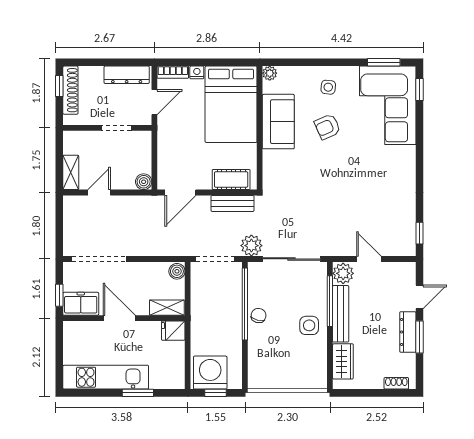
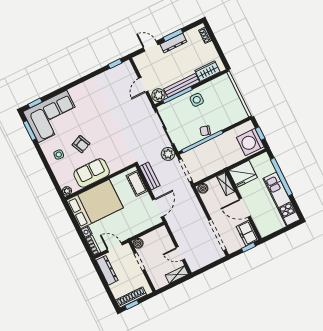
boiler: (144, 182) -> (138, 243), moved
door: (180, 192) -> (158, 208), hinge flipped
door: (119, 318) -> (245, 208), hinge flipped
fridge: (173, 331) -> (243, 174), width x1.88, depth x1.34
window: (138, 393) -> (281, 177), width x2.11

